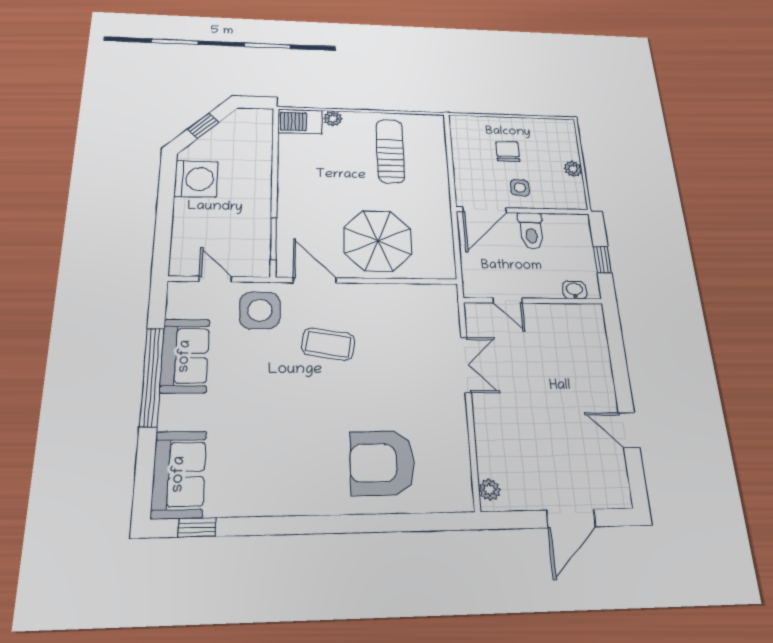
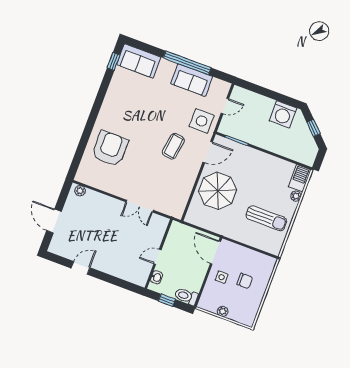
toilet: (531, 231) -> (186, 296), moved
door: (507, 301) -> (157, 257), moved

